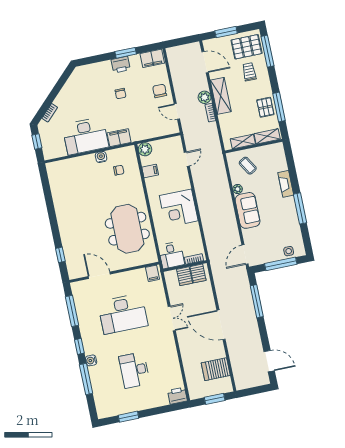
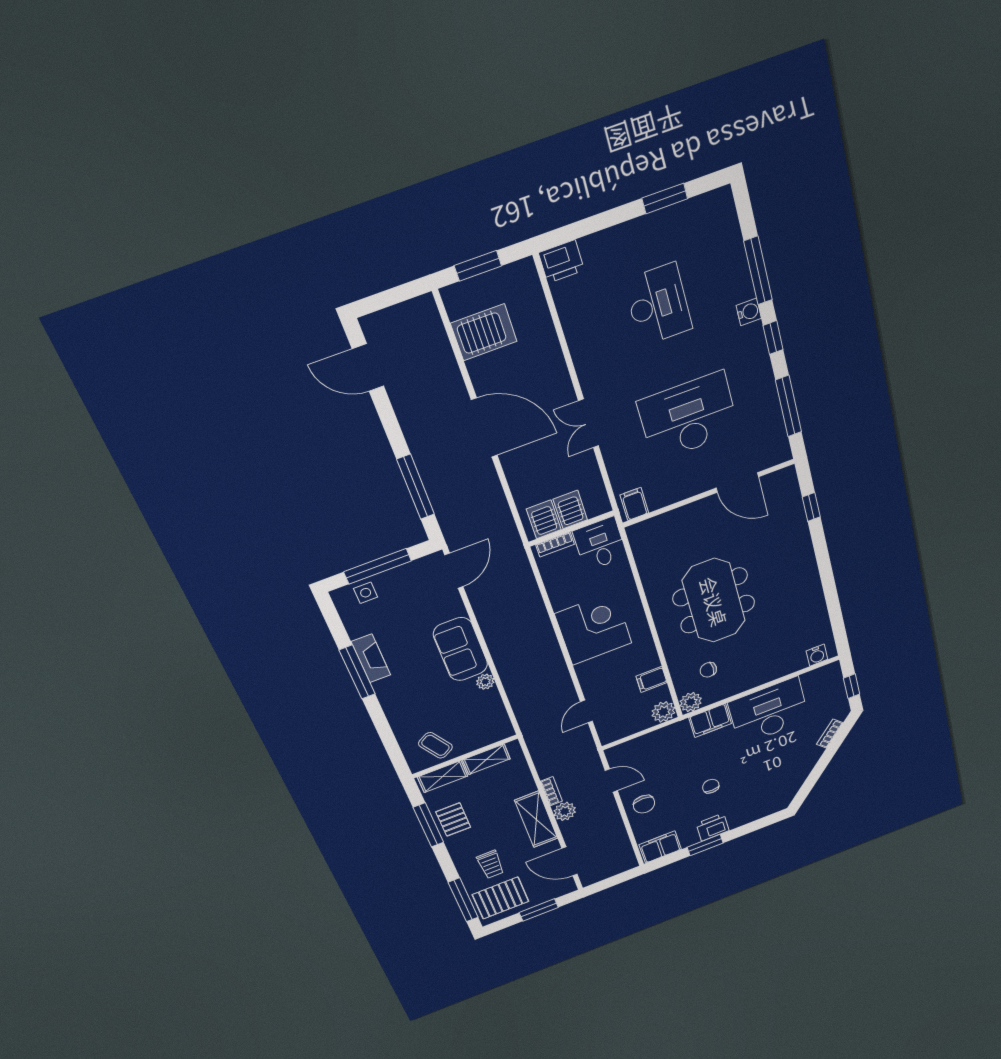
plant: (129, 152) -> (691, 702), added
water cooler: (101, 157) -> (817, 655), moved
coffee table: (248, 166) -> (435, 745), moved
fireplace: (286, 184) -> (371, 658), moved
meeting table: (127, 229) -> (714, 601), moved

